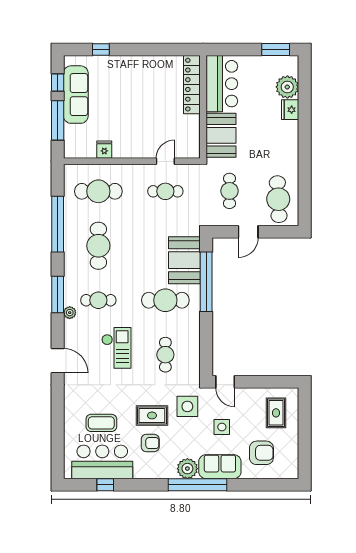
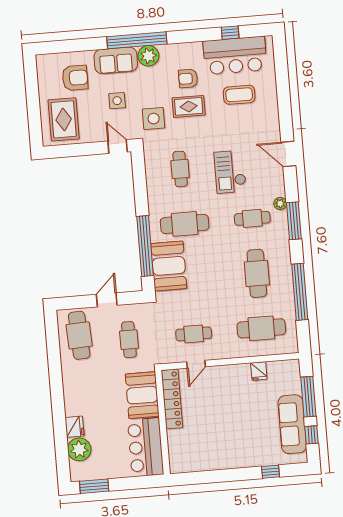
locker: (192, 85) -> (172, 399), moved
rug: (276, 413) -> (64, 119), width x1.36, depth x1.43
armchair: (261, 453) -> (75, 78), turned 180

